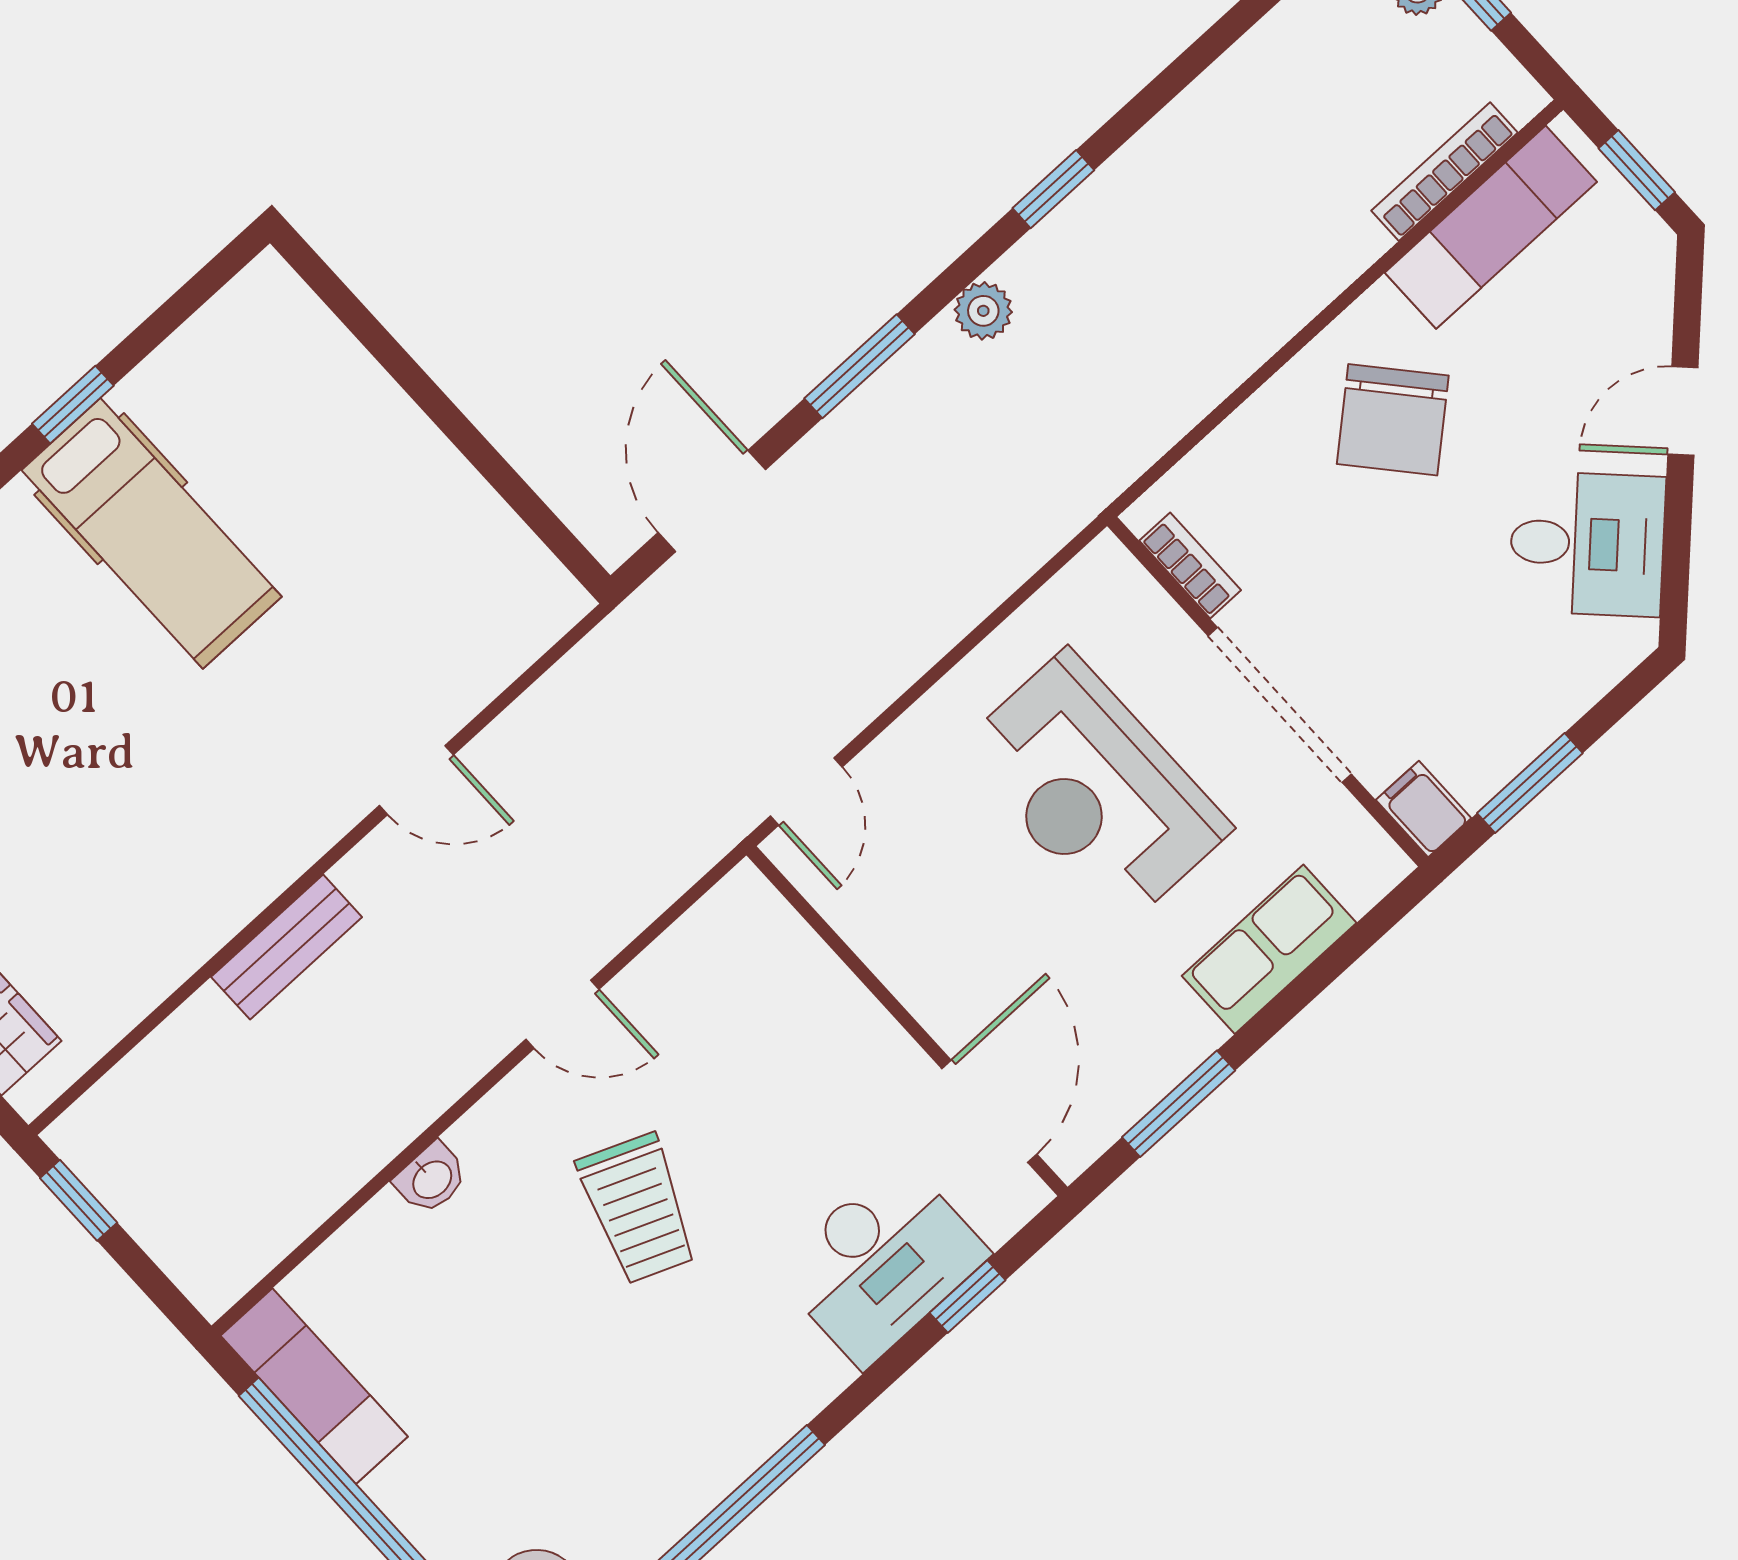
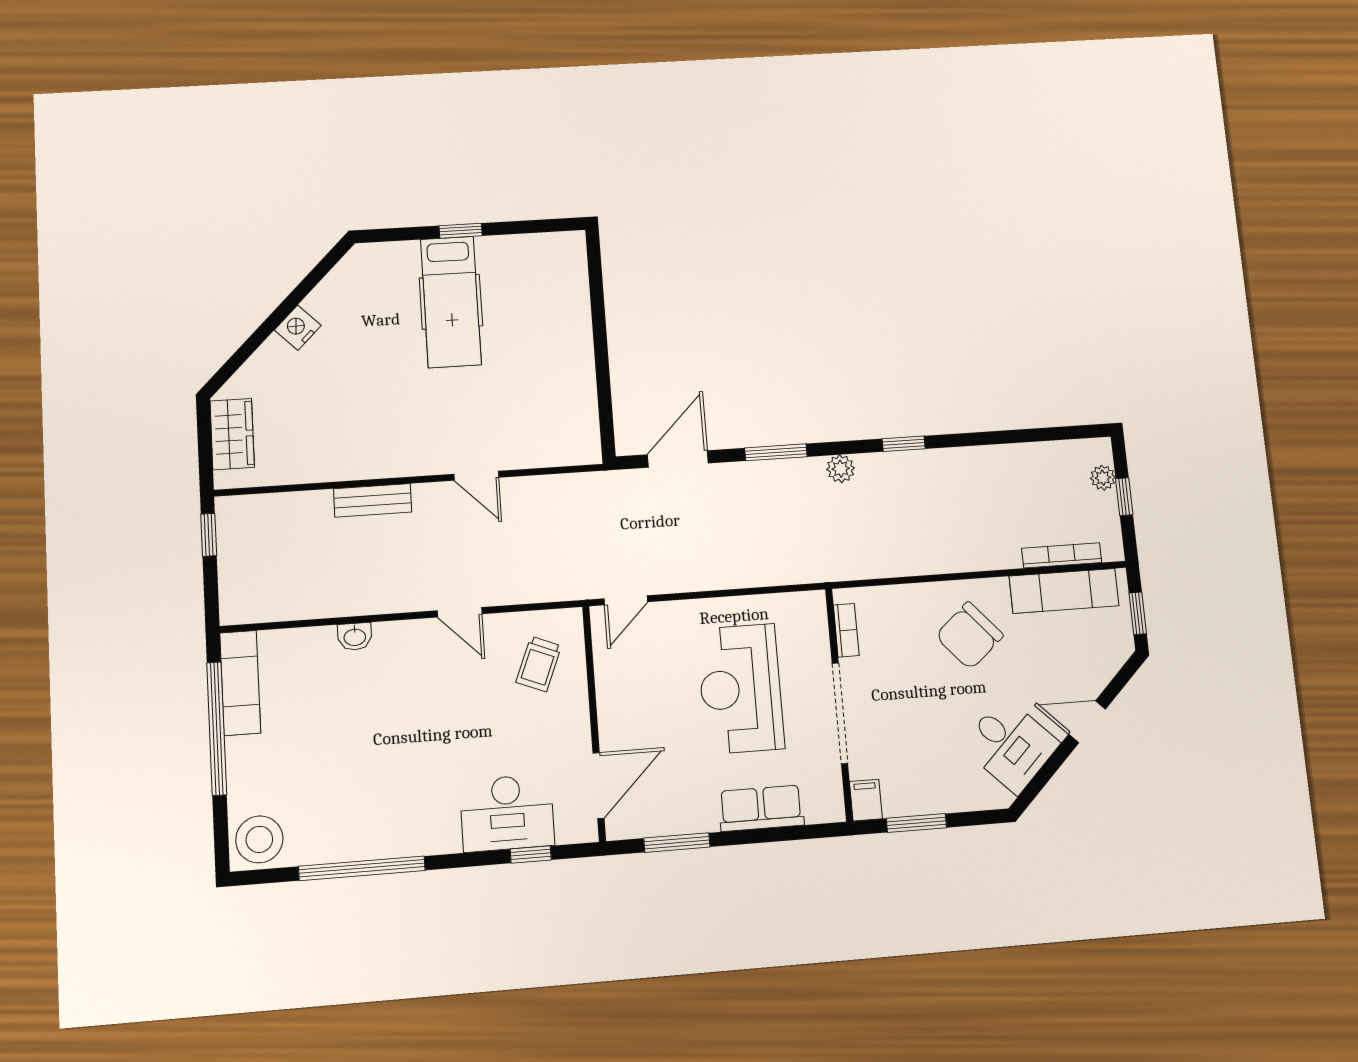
trolley: (638, 1209) -> (539, 664), moved, width x0.73, depth x0.72

